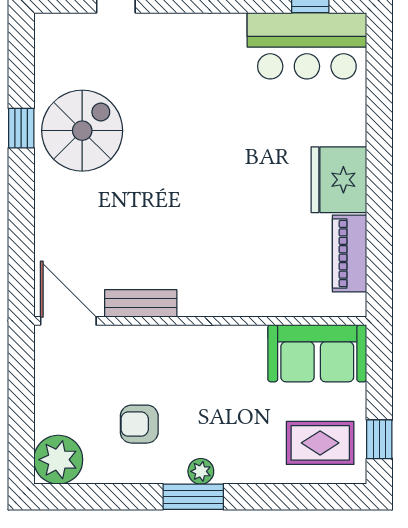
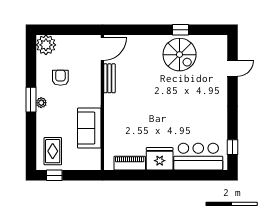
bar counter: (307, 46) -> (198, 157), moved, turned 90
sofa: (317, 353) -> (89, 128), moved

